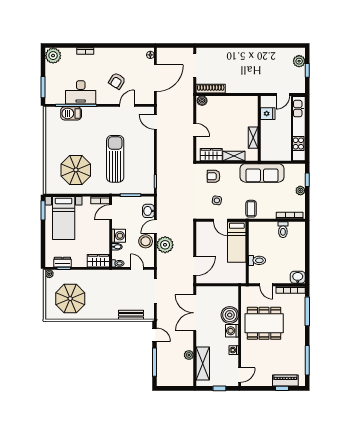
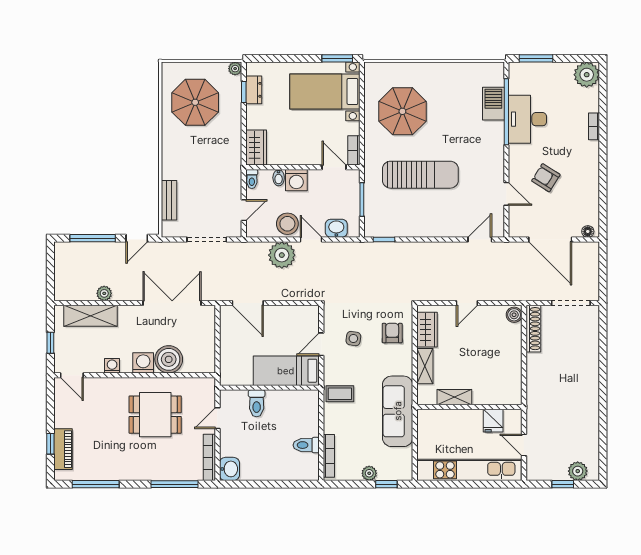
dining table: (264, 323) -> (155, 415), width x0.73

